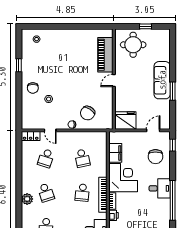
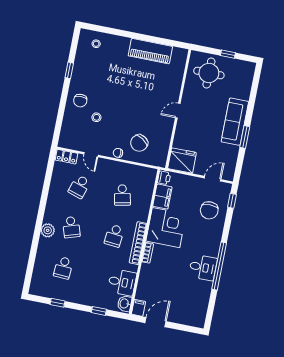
piano: (105, 55) -> (150, 51), moved, turned -90
desk: (160, 188) -> (203, 267), moved
printer: (114, 215) -> (164, 178), moved

